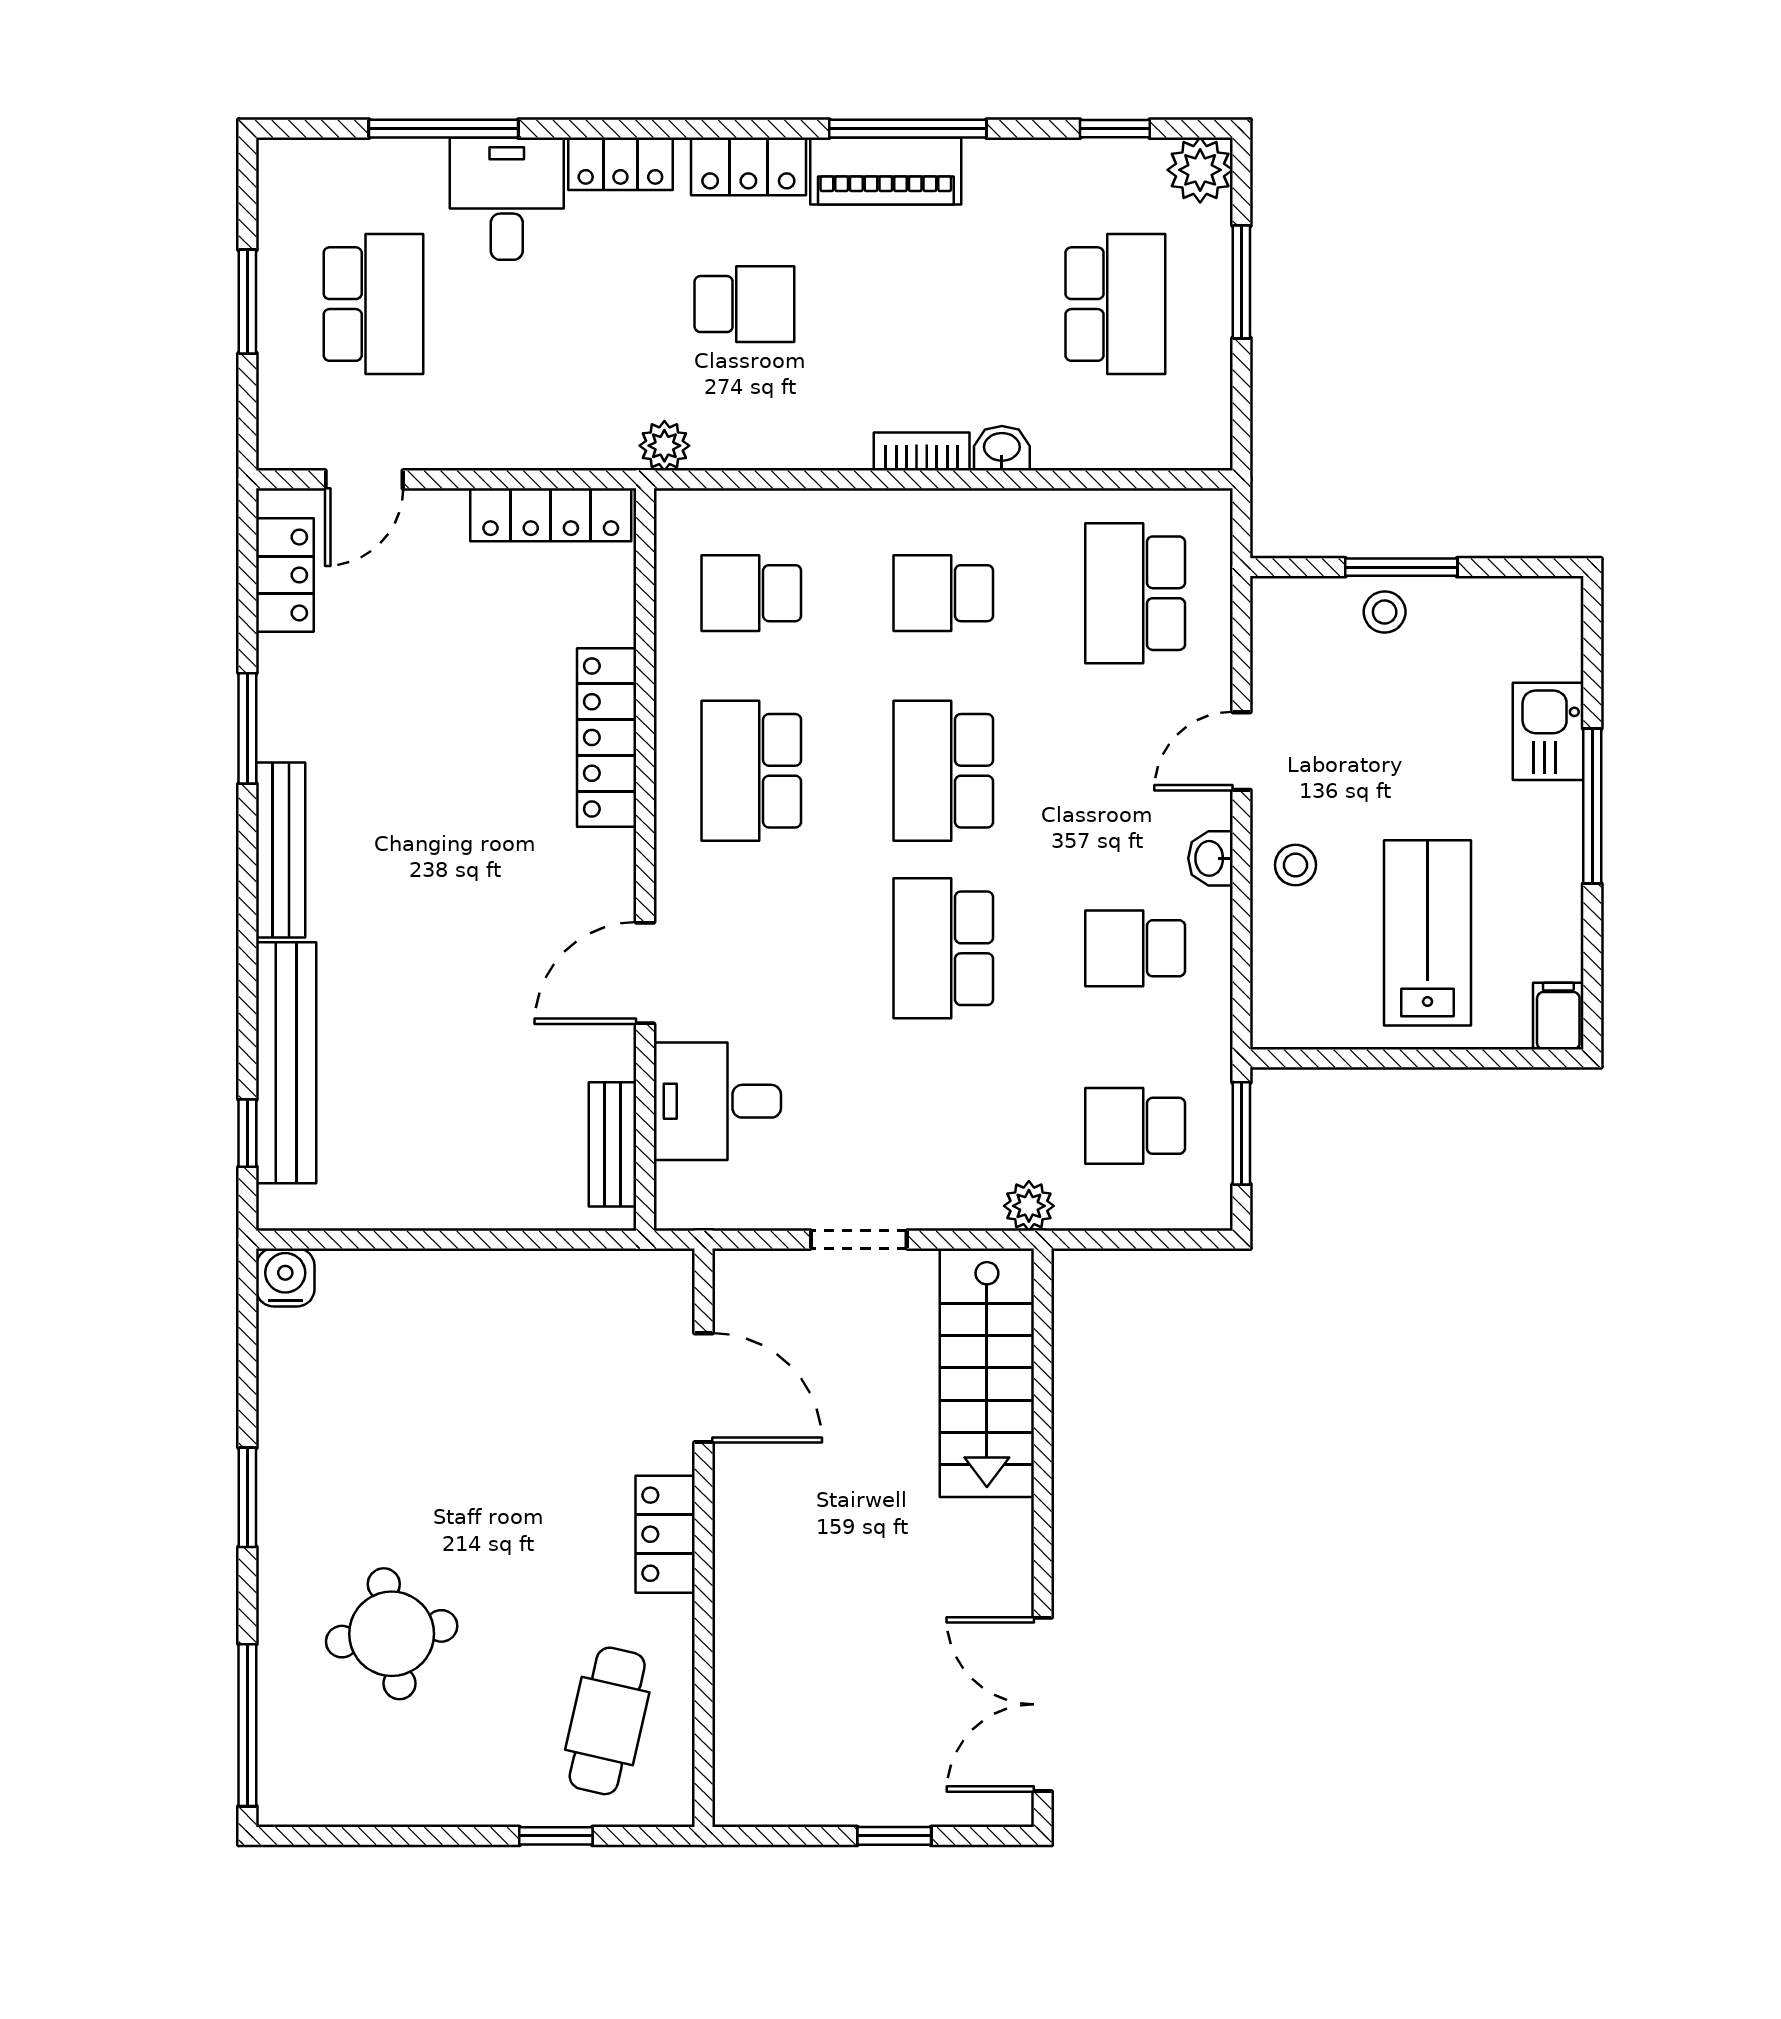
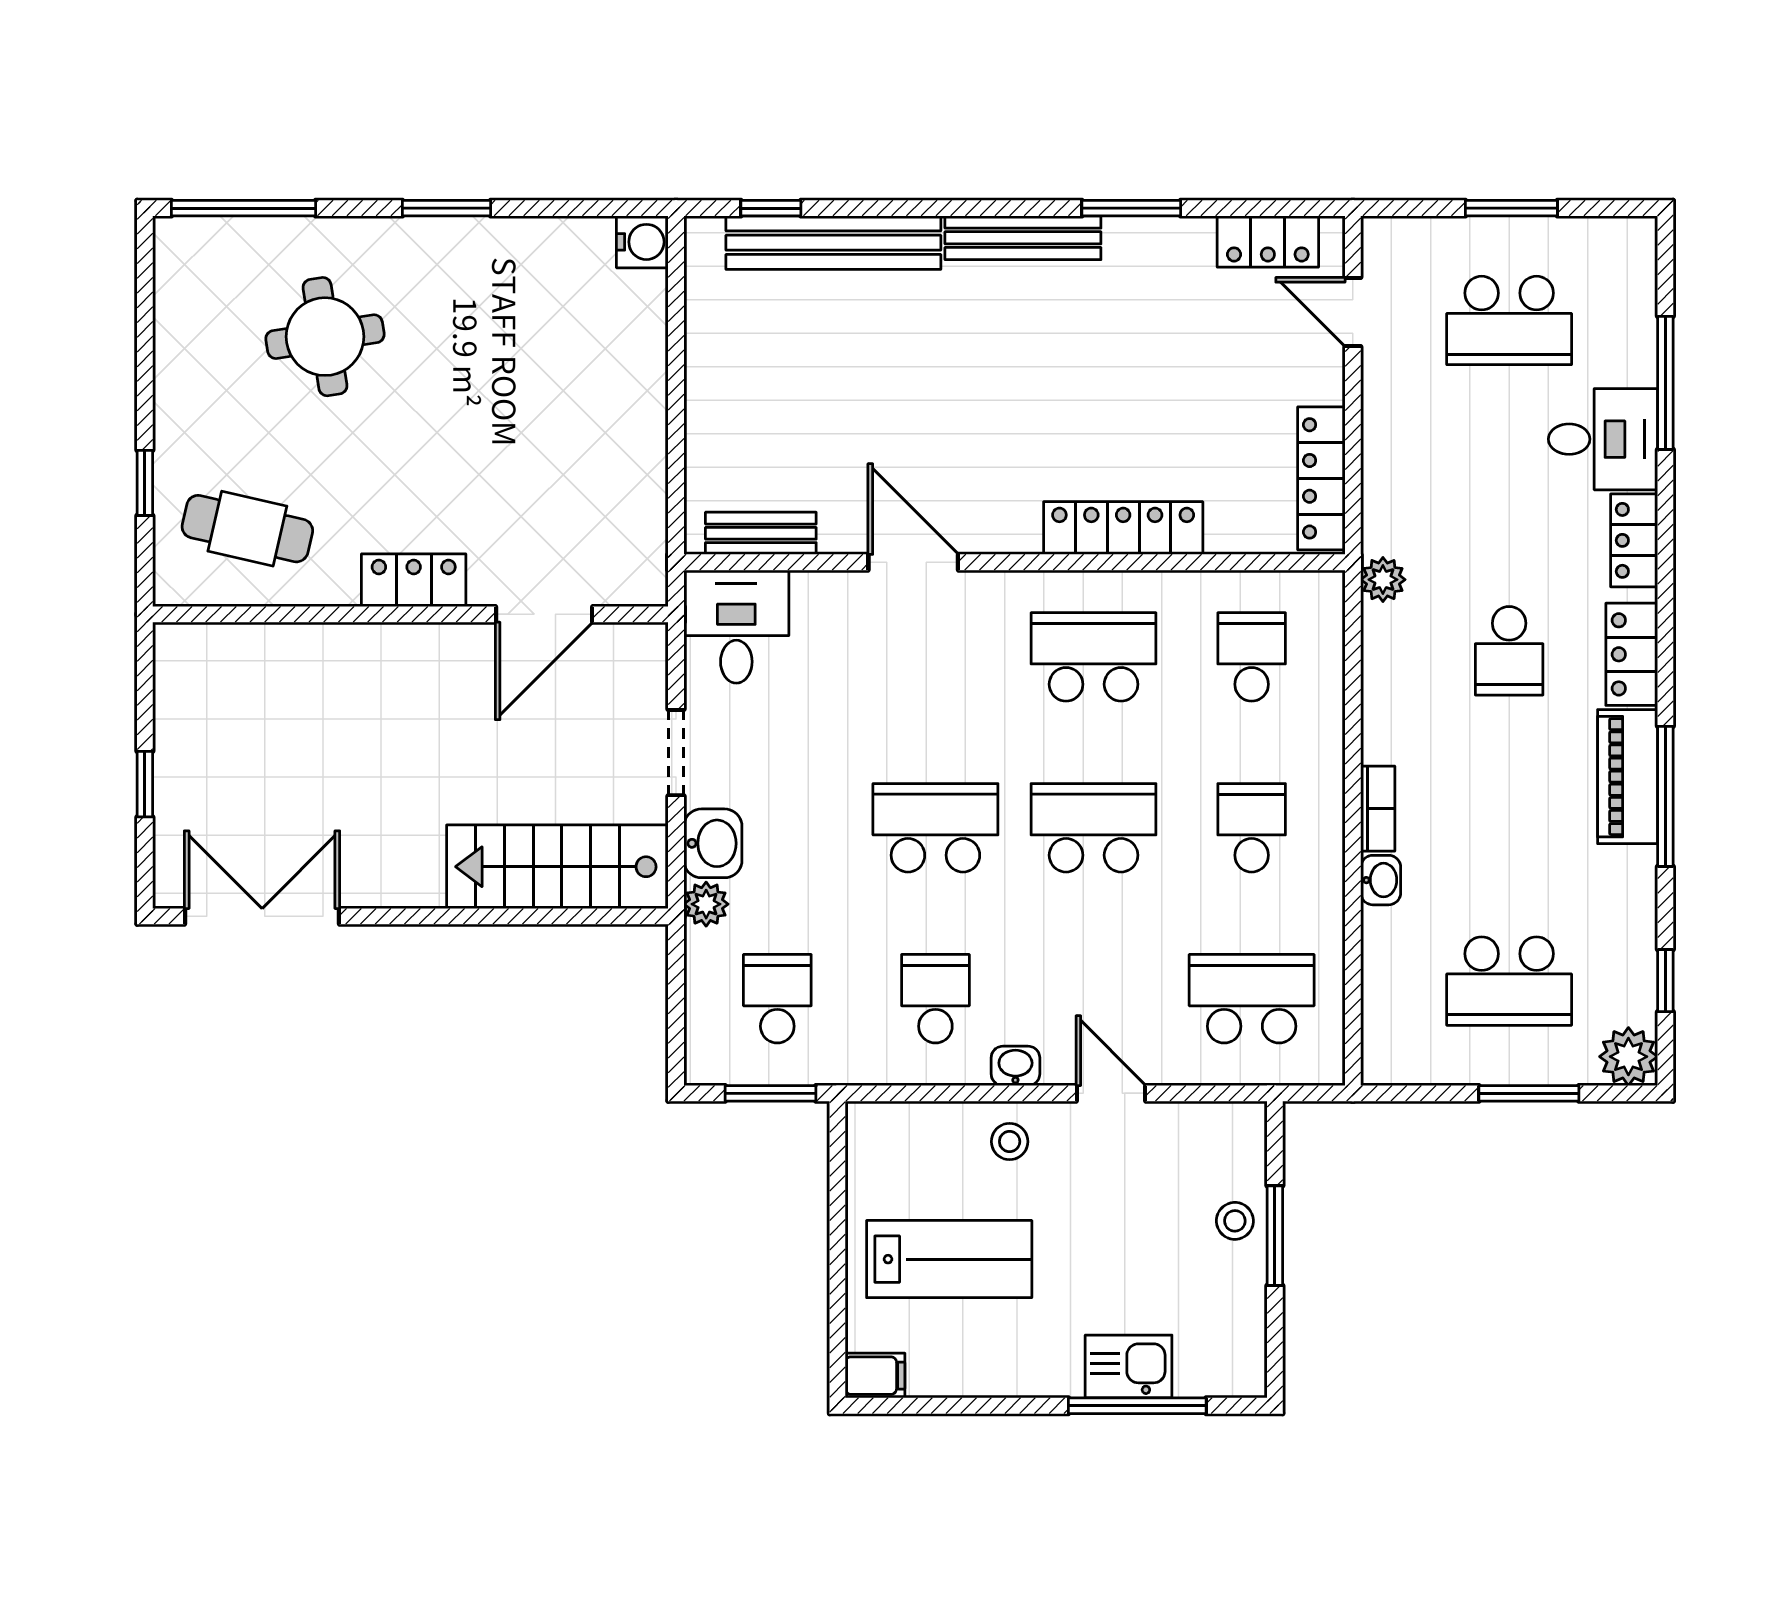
window: (1592, 806) -> (1137, 1406), moved
desk: (717, 1101) -> (736, 627), moved
washbasin: (961, 1198) -> (713, 843), added

